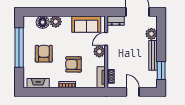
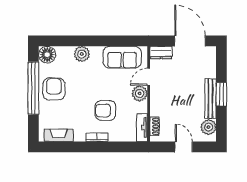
floor lamp: (43, 22) -> (47, 55), moved
plant: (151, 34) -> (208, 127), moved
armchair: (44, 54) -> (54, 89), moved
window: (161, 71) -> (221, 94), moved

